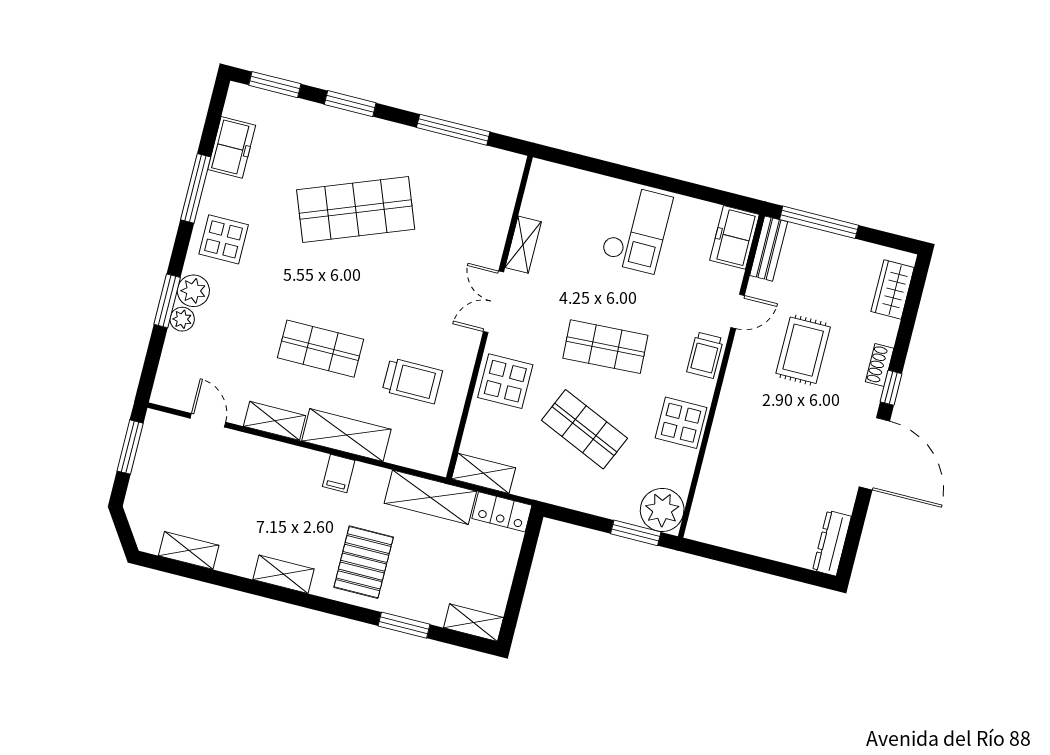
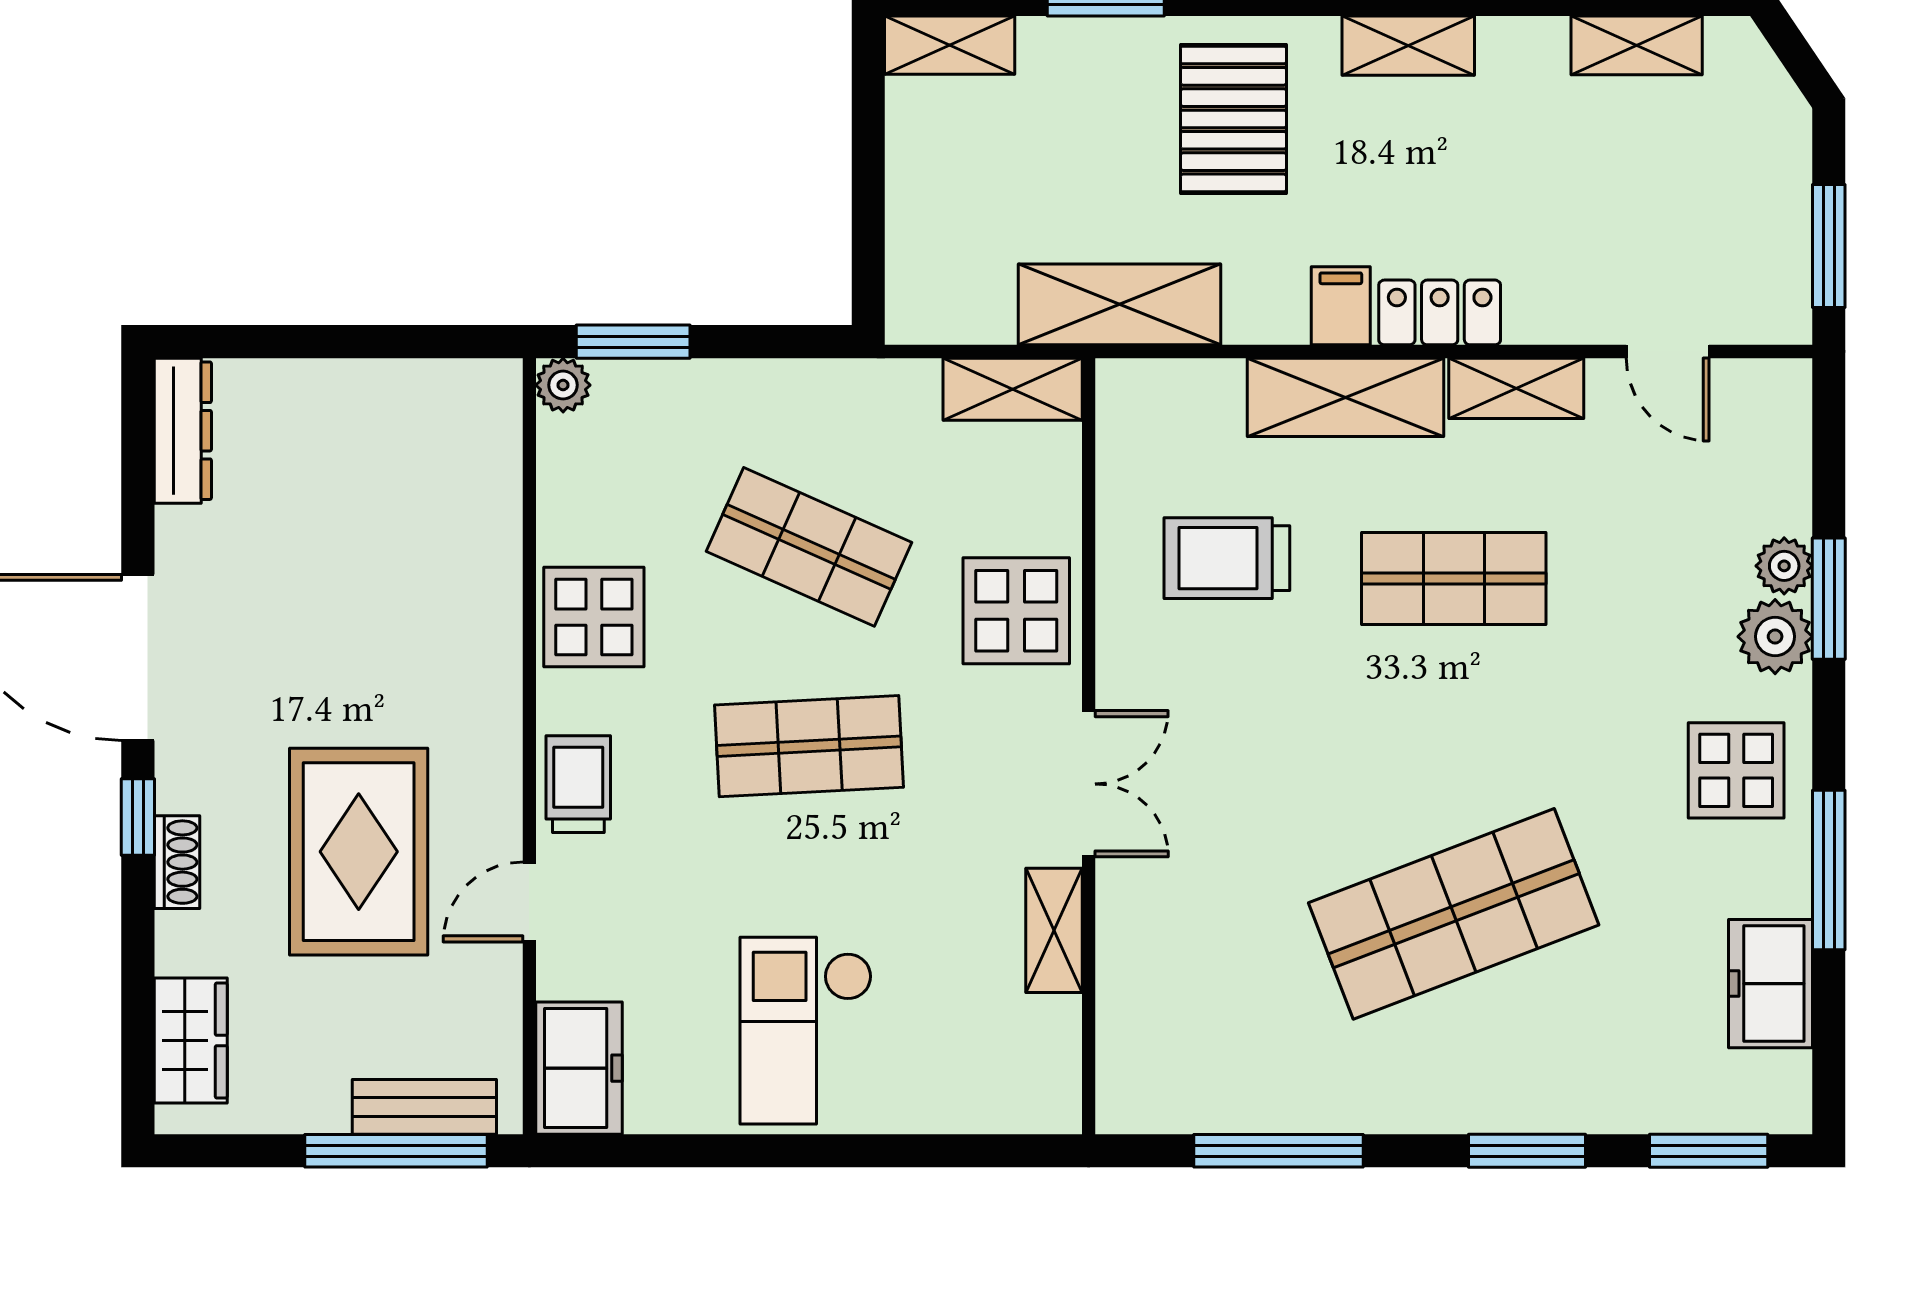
bench: (769, 249) -> (424, 1107), moved, turned 90
rug: (803, 350) -> (359, 852), width x1.36, depth x1.43
plant: (662, 510) -> (563, 385), width x0.53, depth x0.53
locker: (502, 512) -> (1440, 312), moved

